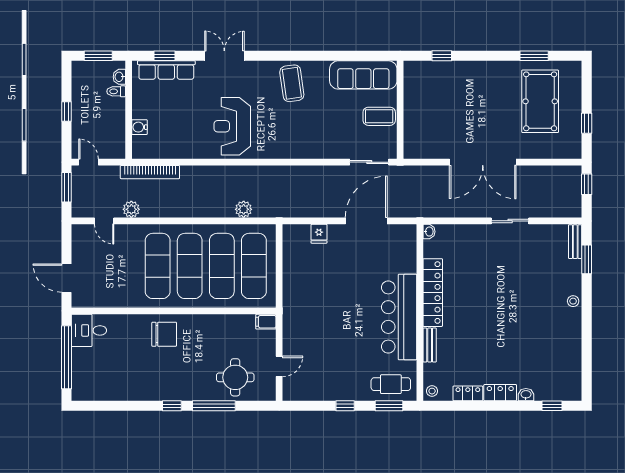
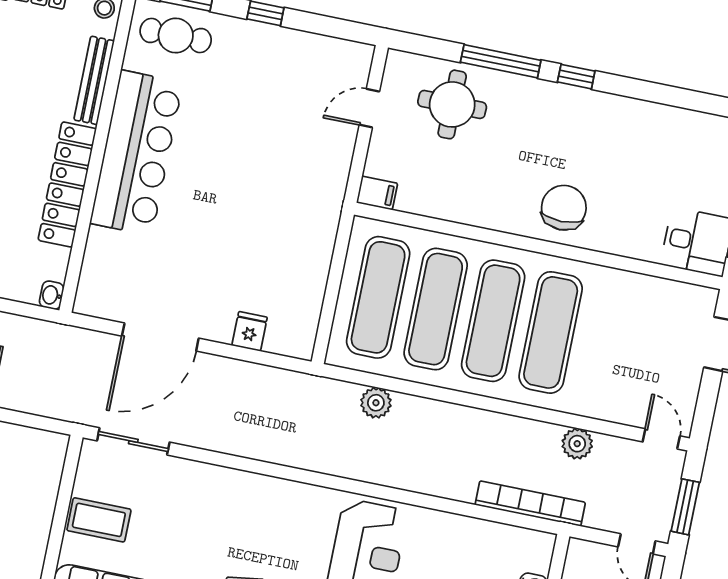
door: (104, 221) -> (661, 439), moved
chair: (164, 334) -> (564, 208), turned 90
bench: (430, 345) -> (94, 80), width x1.36

